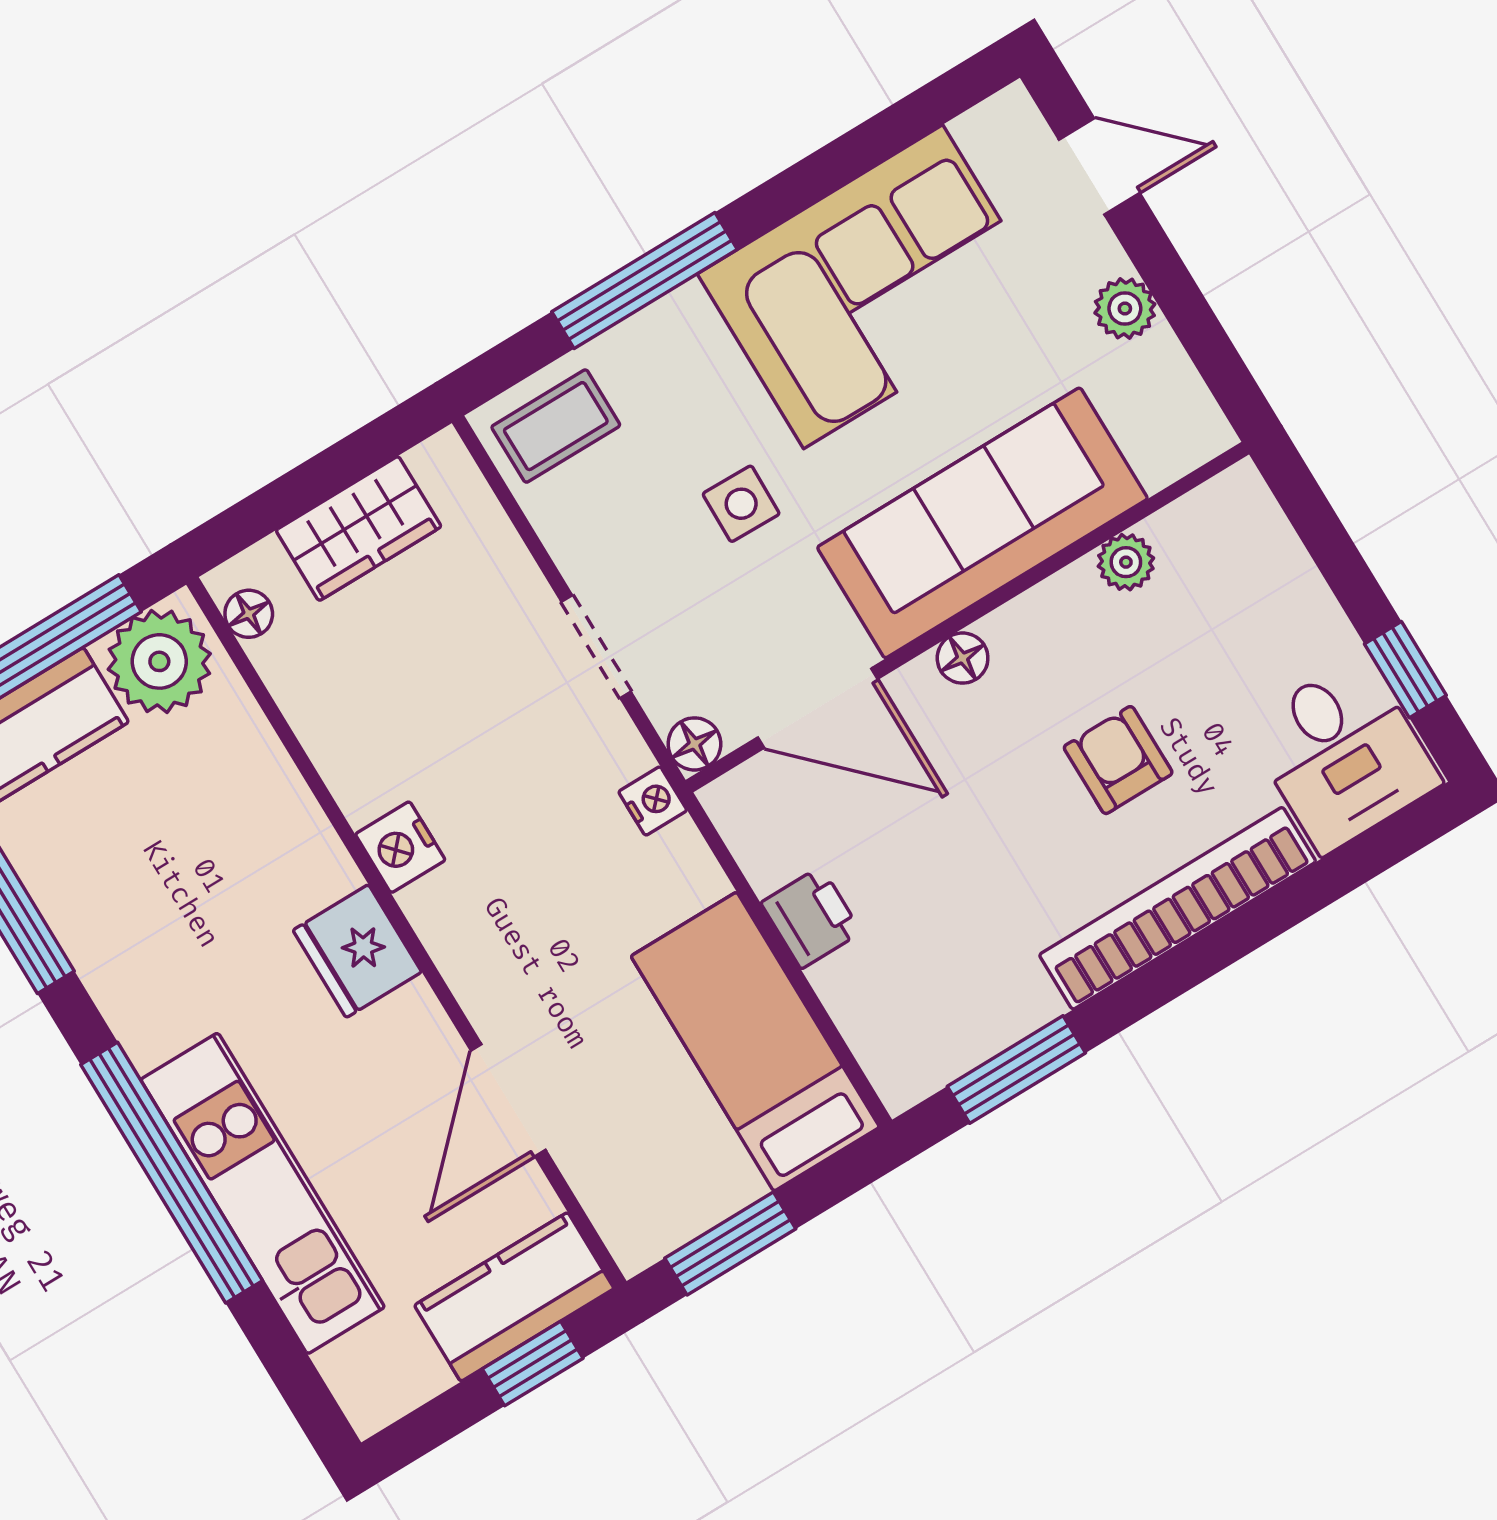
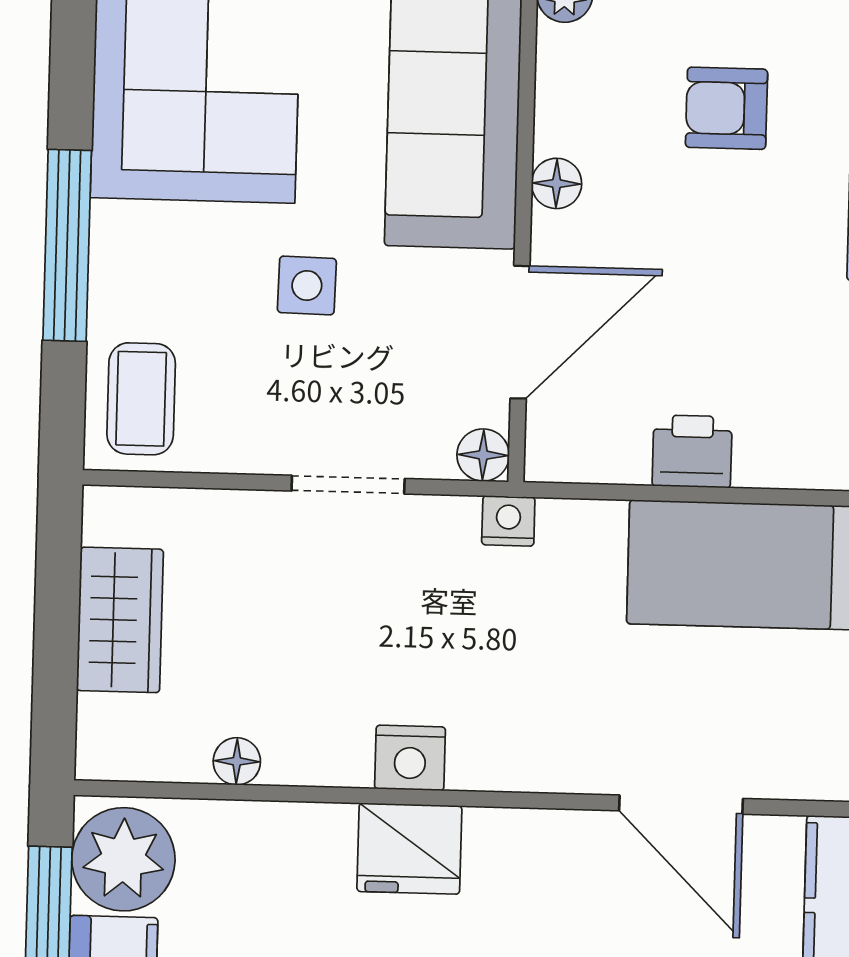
floor lamp: (249, 614) -> (237, 761), moved
fridge: (357, 951) -> (409, 849), moved

